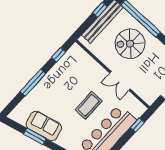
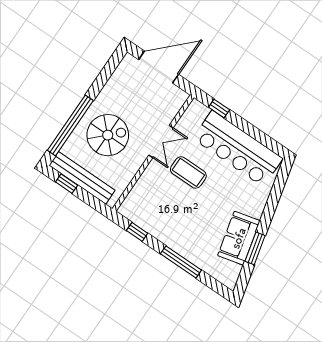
spiral stairs: (130, 44) -> (108, 135), turned -90
coffee table: (89, 105) -> (188, 172), moved

